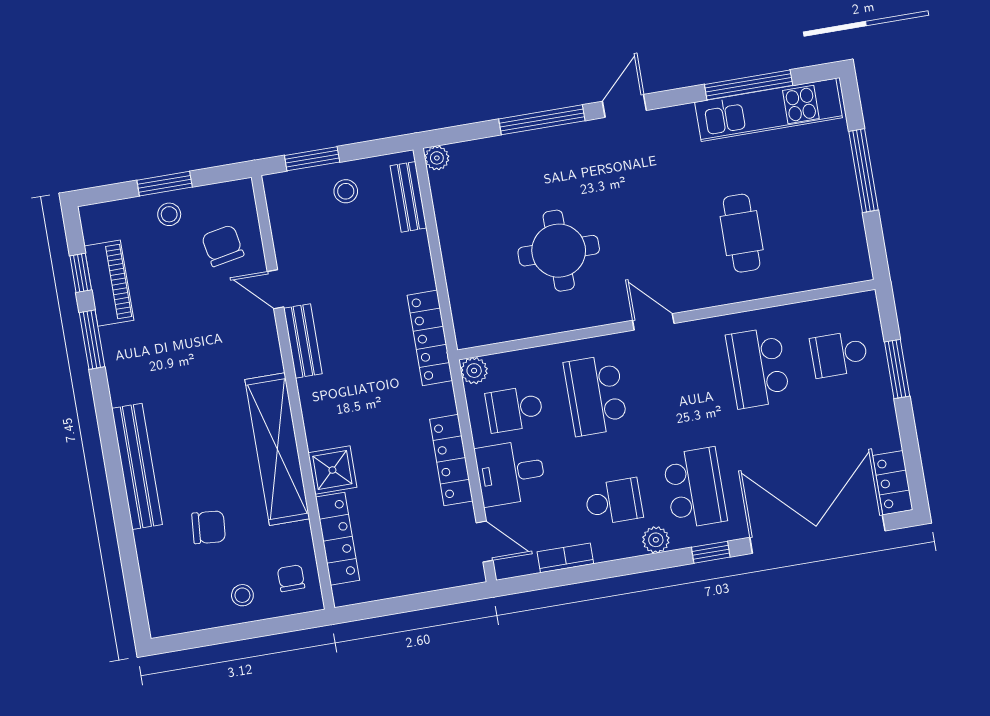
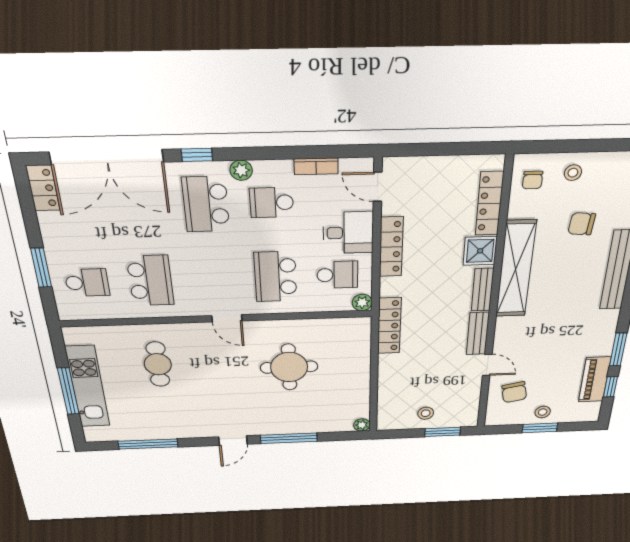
kitchen unit: (768, 110) -> (88, 387), moved, turned 90
bench: (408, 197) -> (483, 290), moved
school desk: (596, 395) -> (276, 277), turned 180

